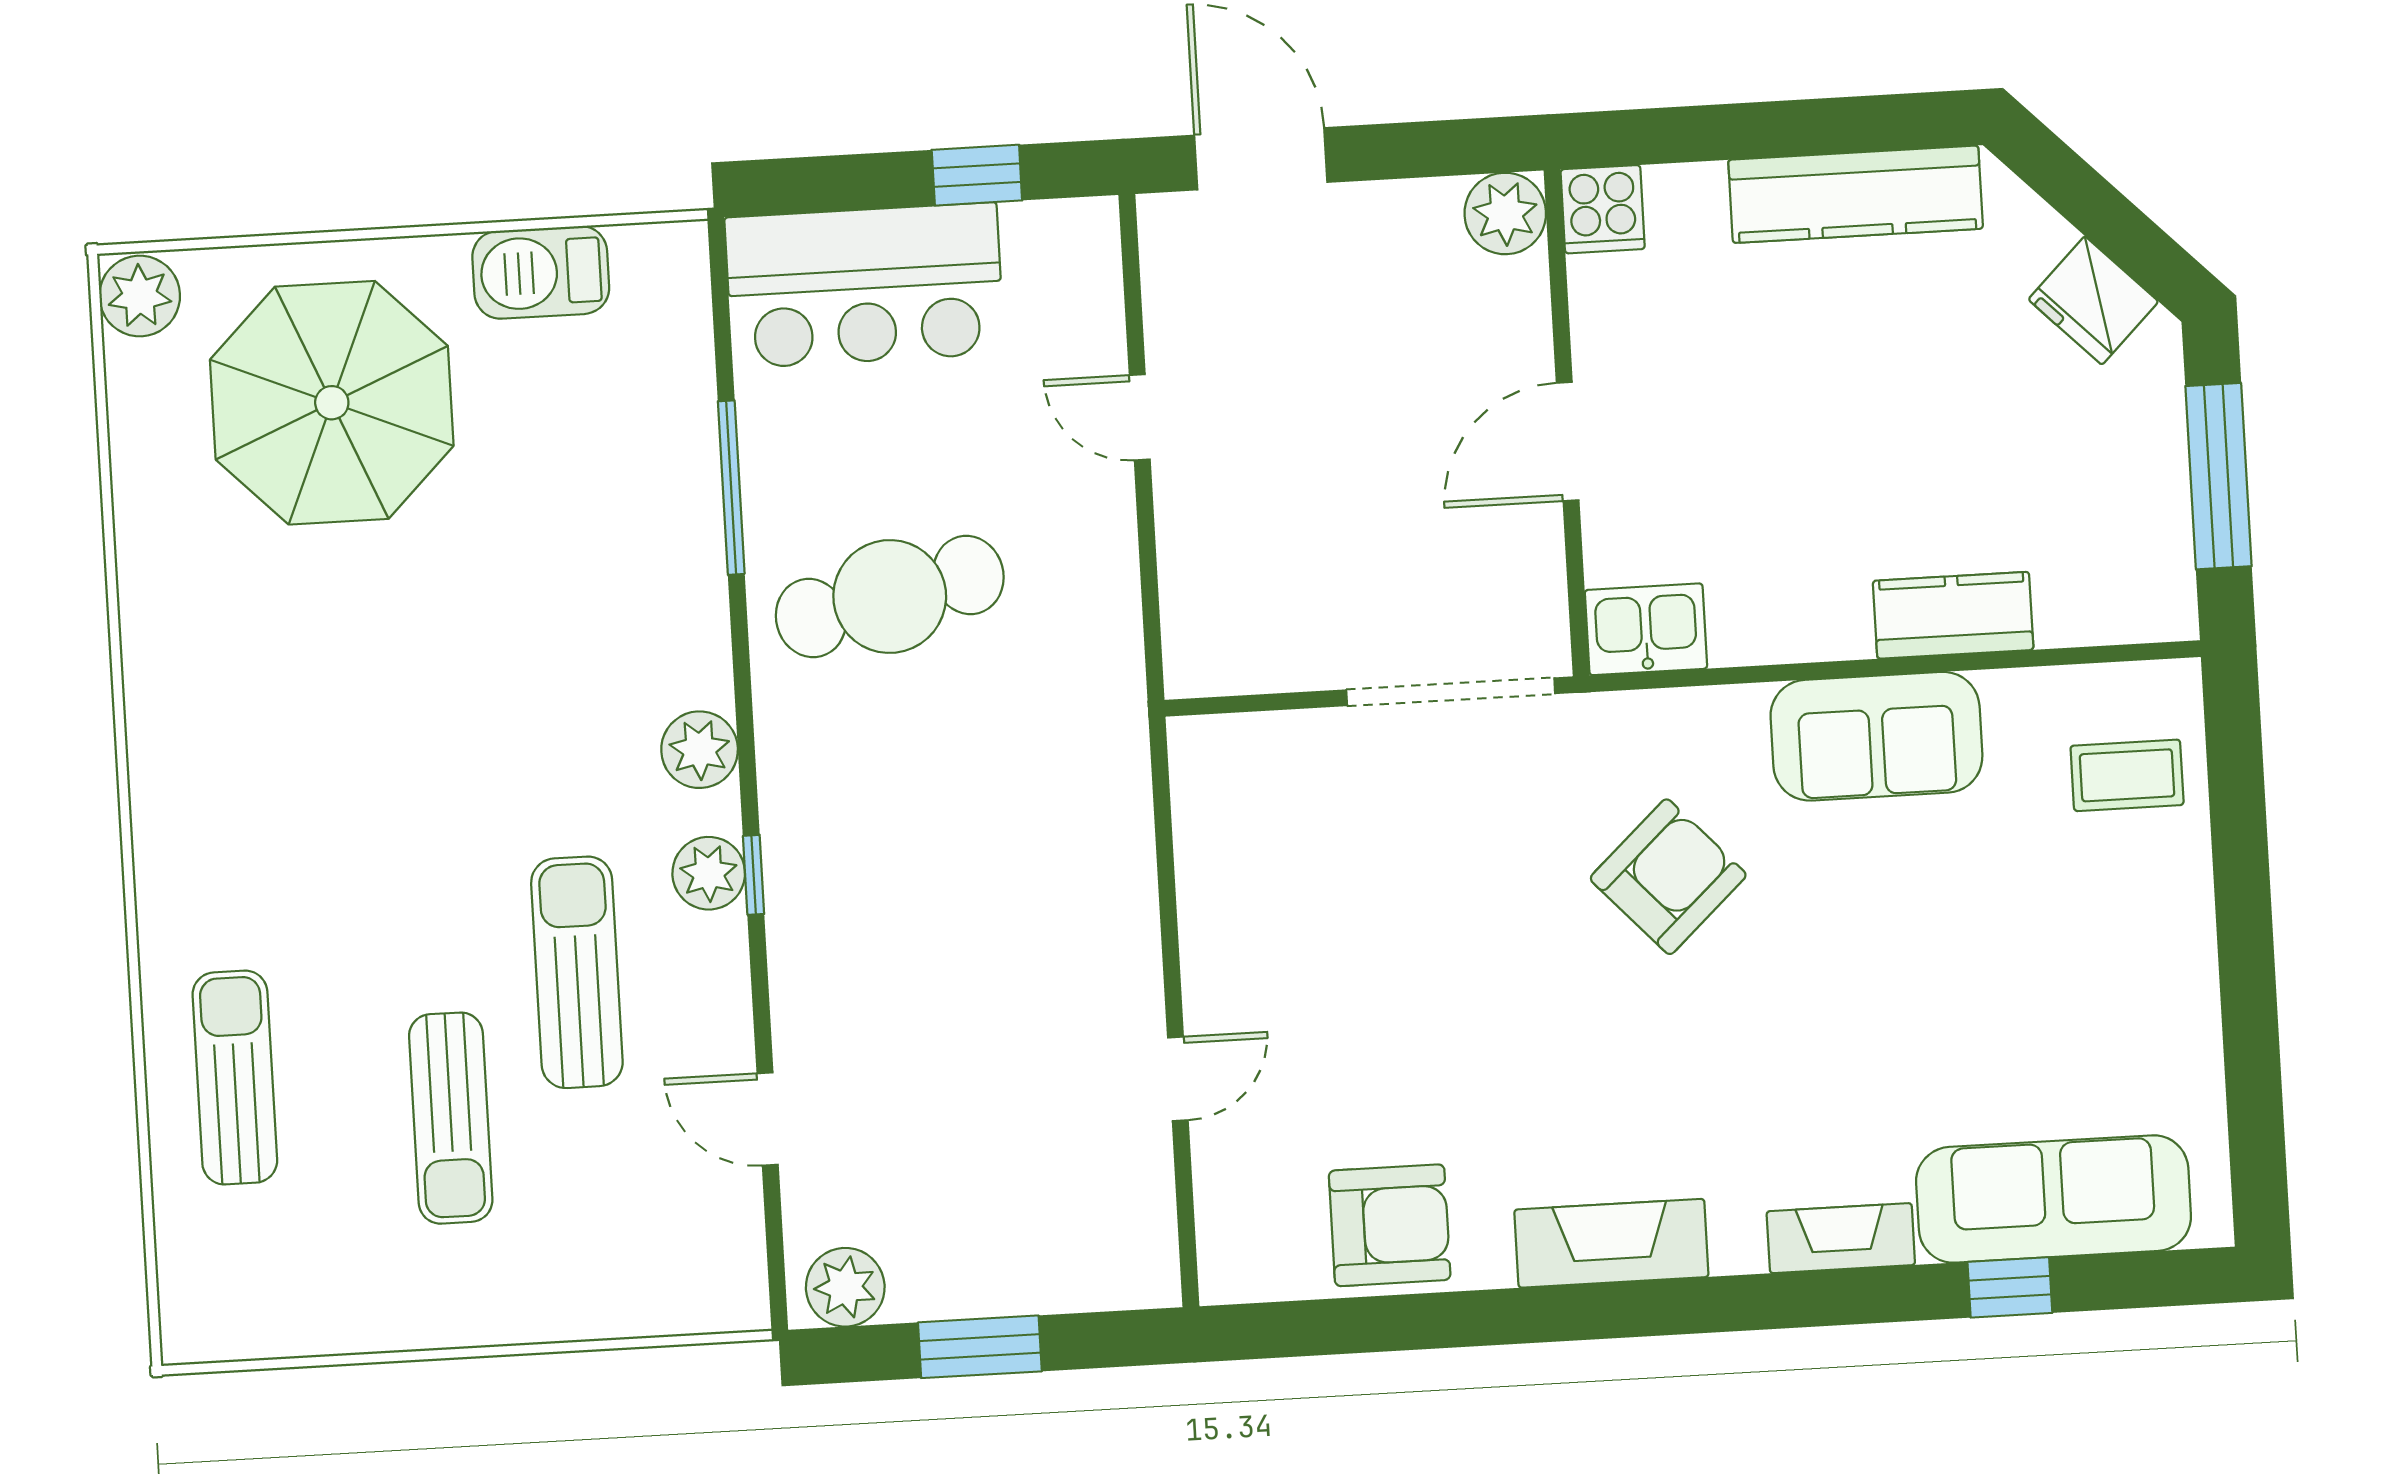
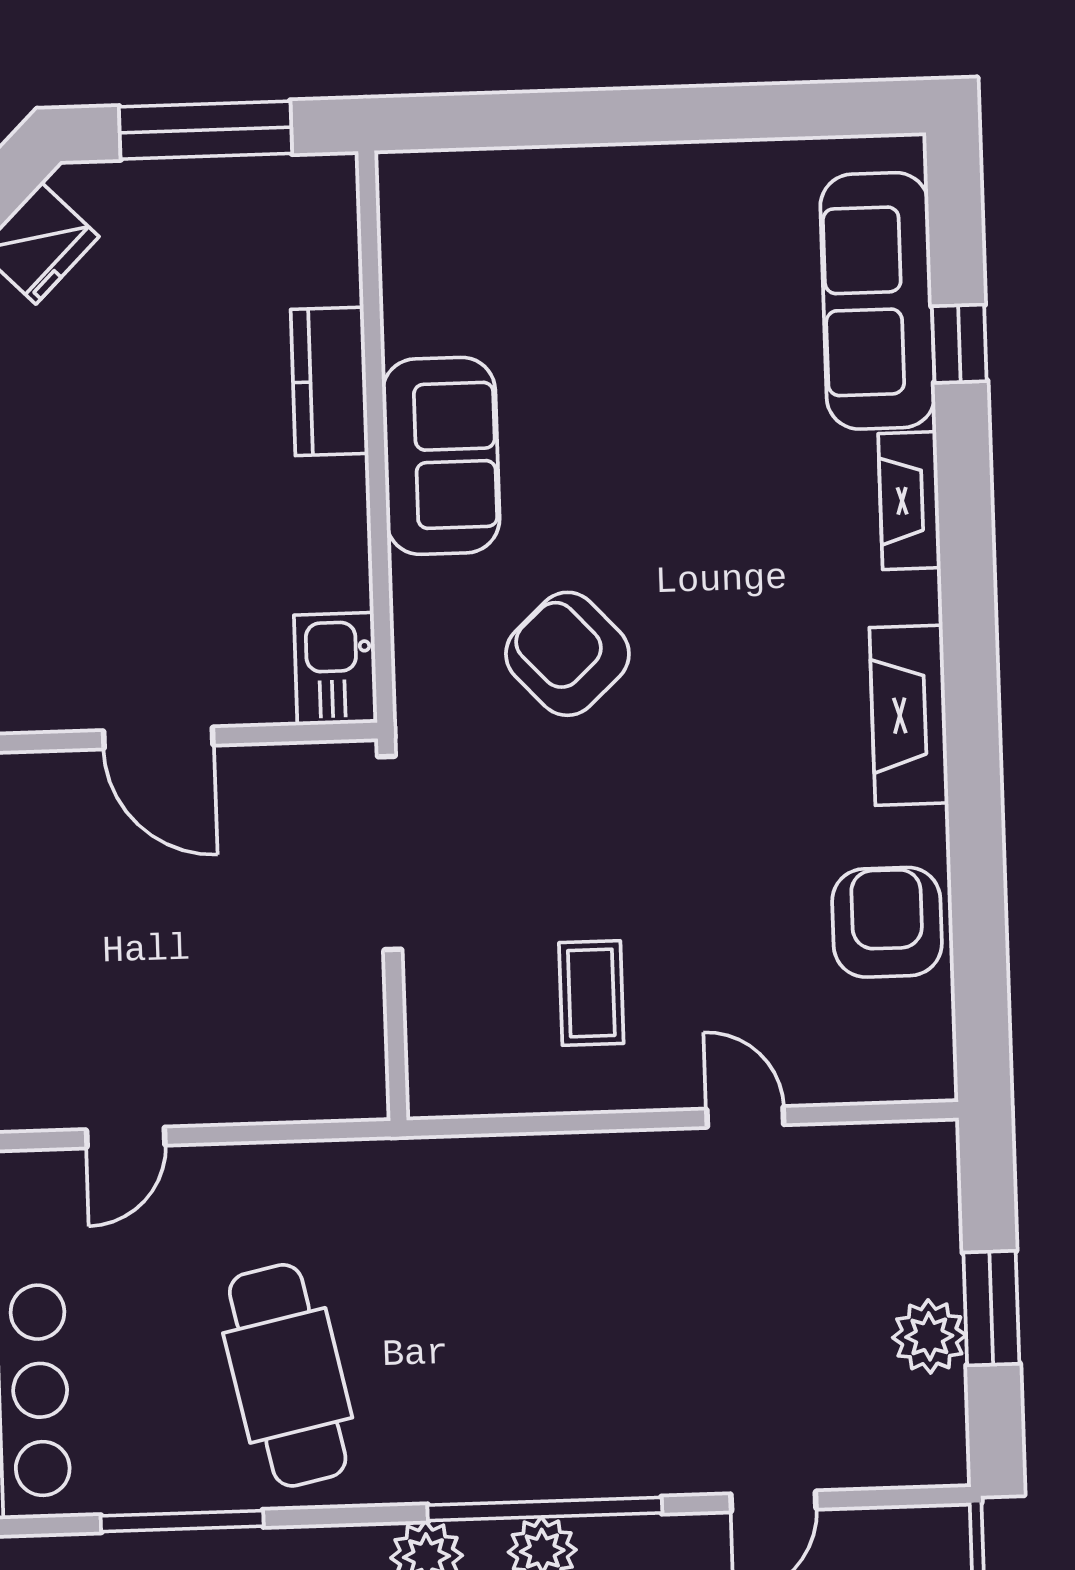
coffee table: (2127, 775) -> (591, 993), moved
window: (754, 875) -> (545, 1509), width x3.17
plant: (845, 1287) -> (929, 1336), moved

